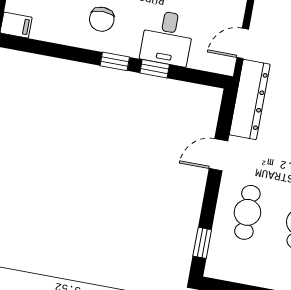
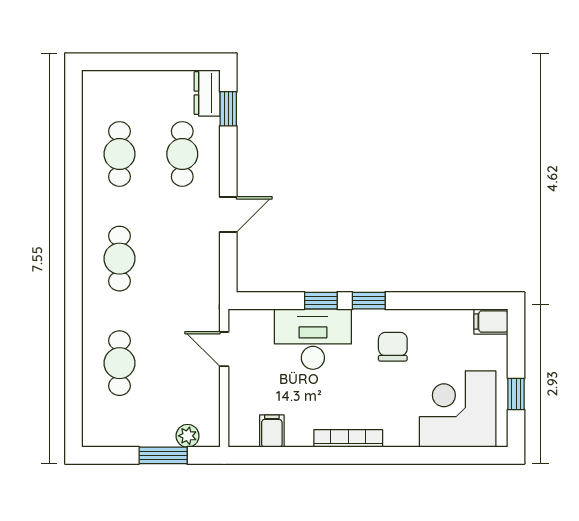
desk: (167, 38) -> (313, 339), width x1.37
door: (243, 43) -> (224, 349), swing flipped
dresser: (250, 100) -> (207, 93), moved, width x0.51, depth x0.80

